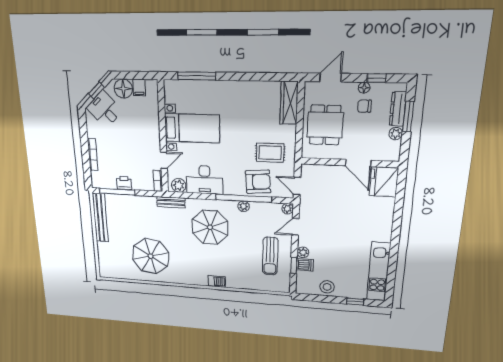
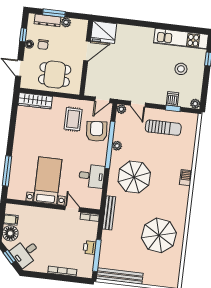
desk: (205, 180) -> (92, 176), width x0.73
plant: (179, 185) -> (95, 199), removed
bench: (171, 202) -> (109, 213), width x1.36
plant: (303, 252) -> (195, 104), moved
stool: (327, 287) -> (181, 69), moved

